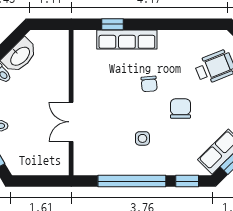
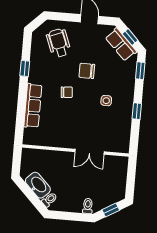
window: (113, 24) -> (25, 68), moved
window: (132, 181) -> (137, 111), width x0.32

